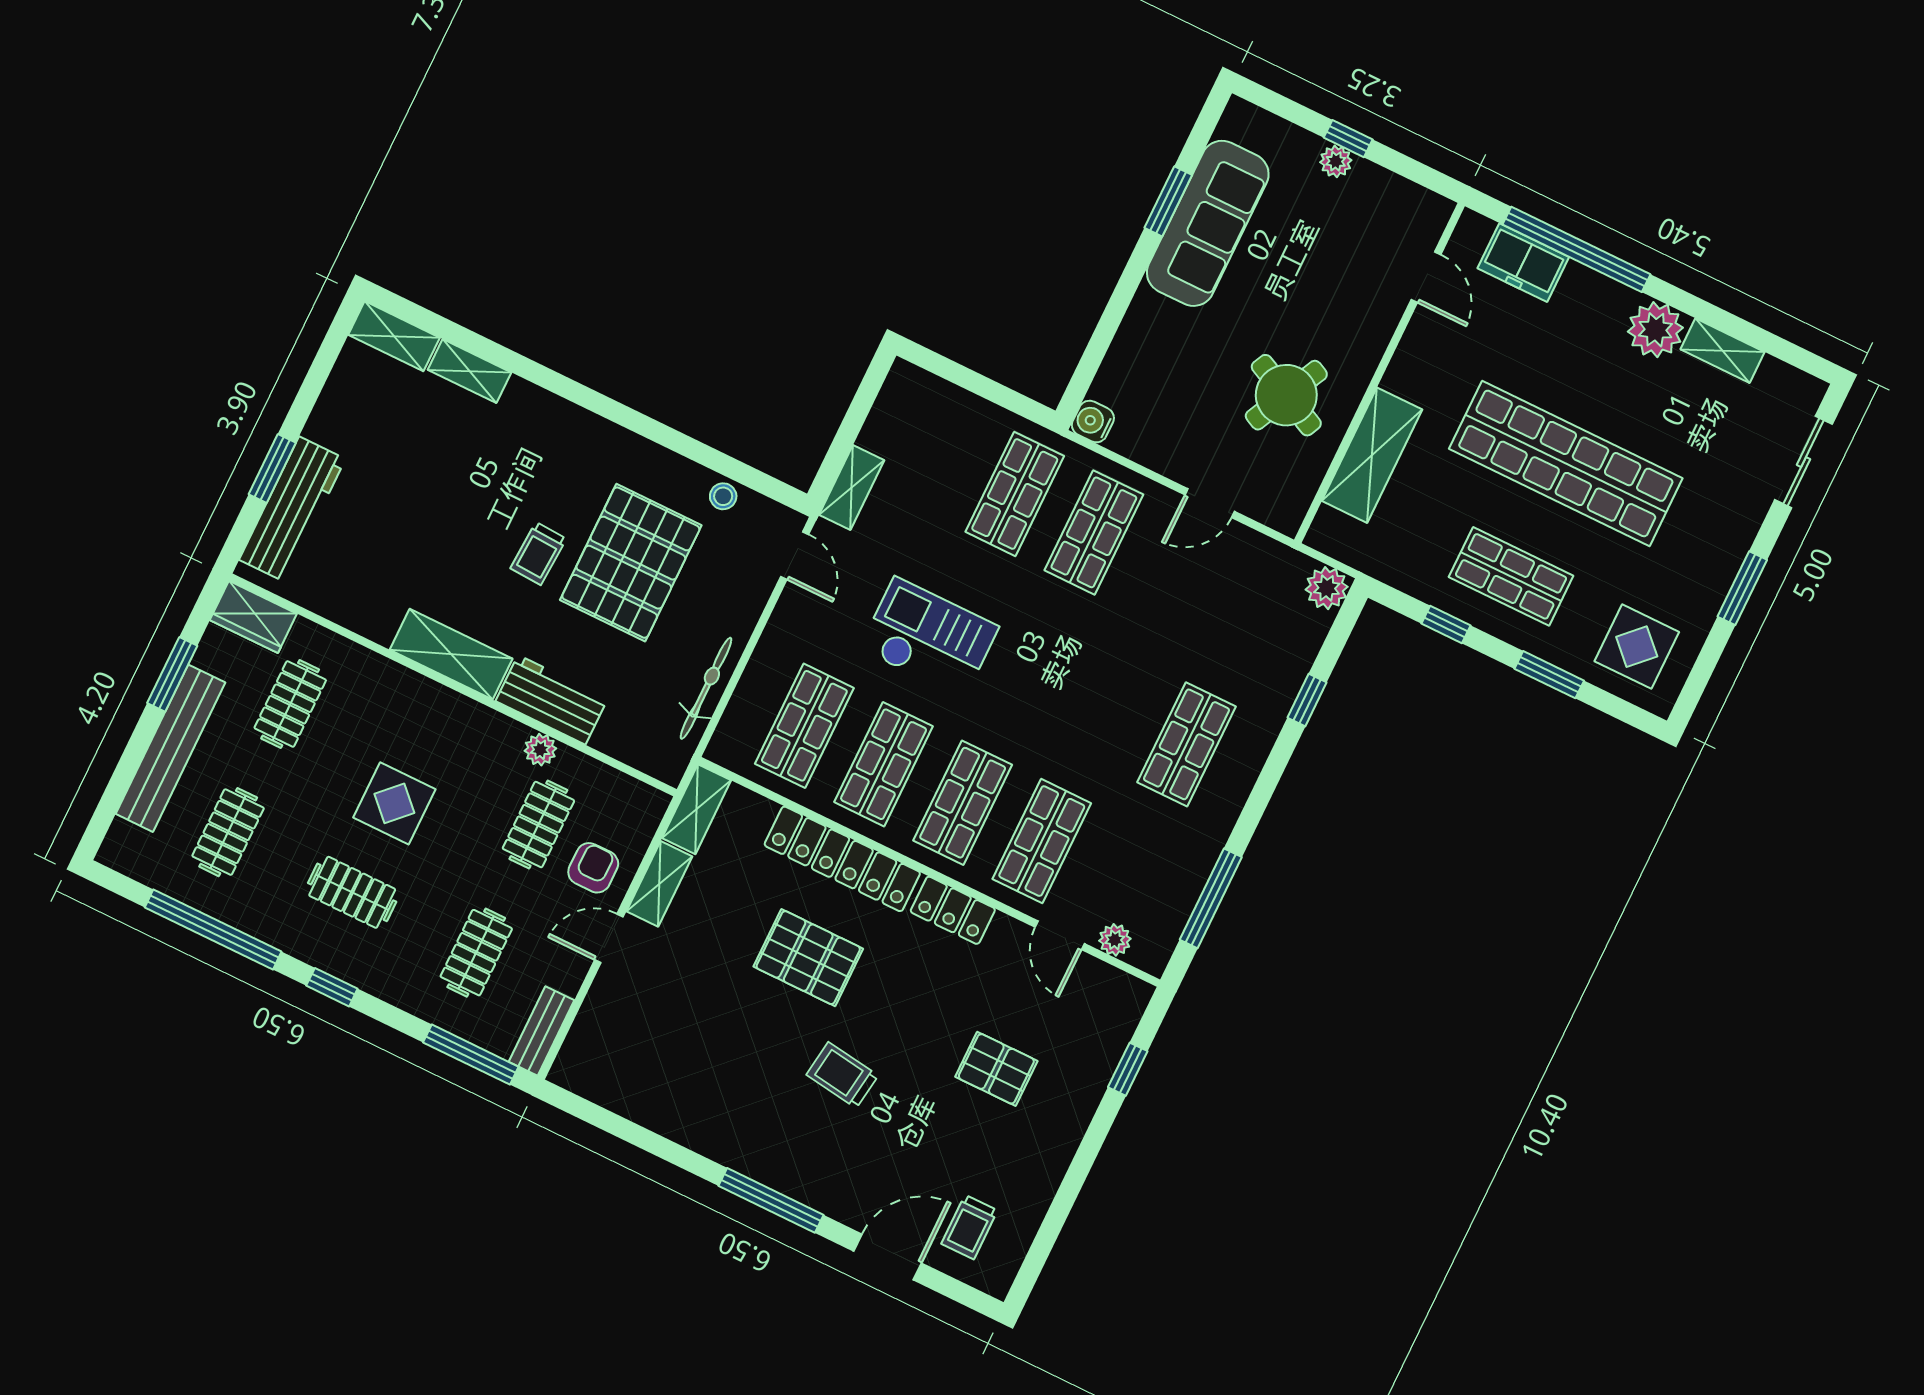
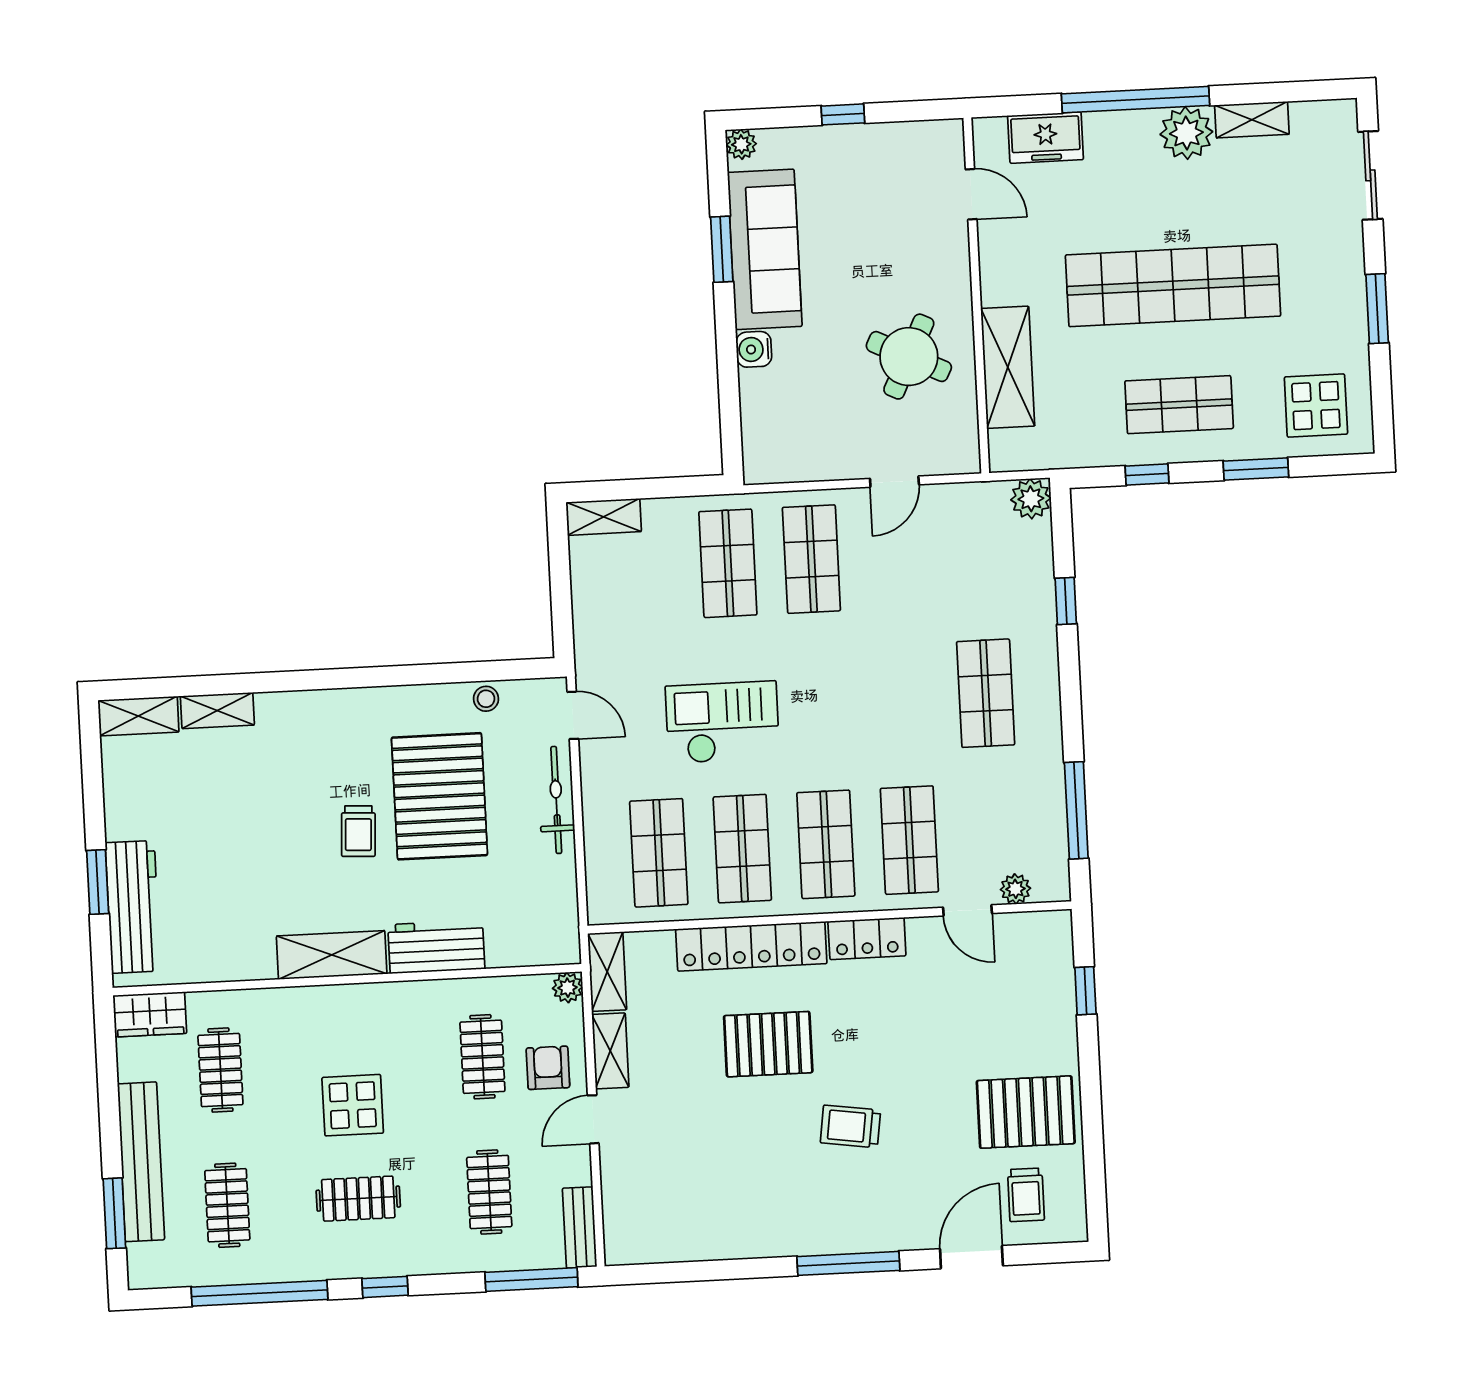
plant: (1336, 161) -> (741, 144), moved
window: (1576, 249) -> (1135, 100), moved
water cooler: (1093, 422) -> (754, 349), moved
shelving: (852, 487) -> (604, 517), moved, turned 90
window: (172, 674) -> (114, 1213), moved
bicycle: (706, 688) -> (556, 800), moved
plant: (540, 750) -> (568, 988), moved
pallet: (996, 1069) -> (1026, 1112), moved, width x1.50, depth x1.42

